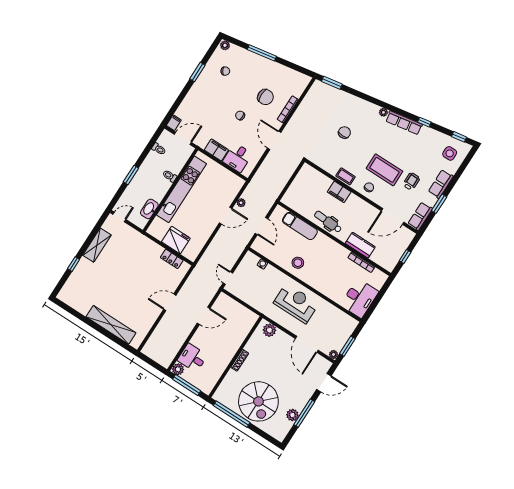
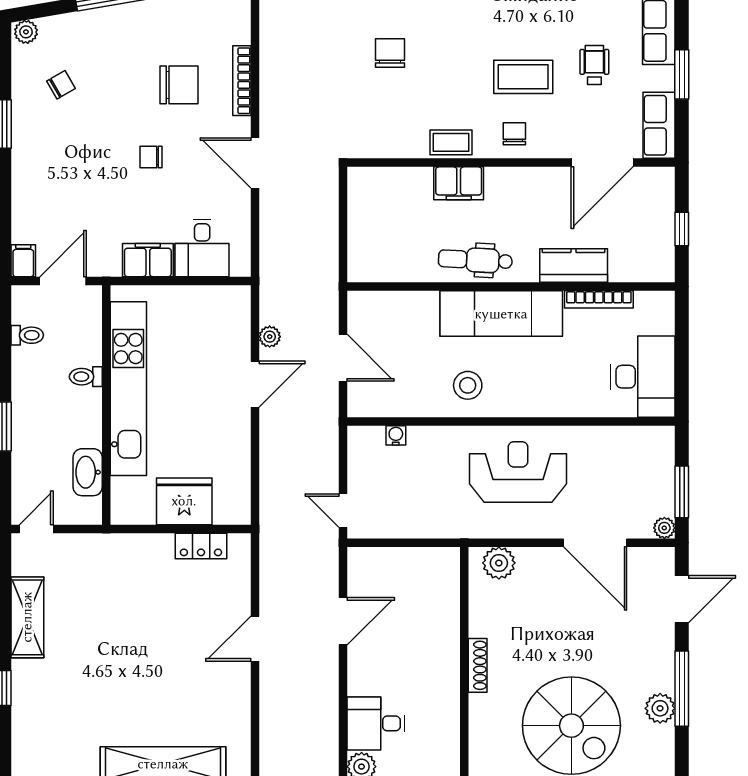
coffee table: (384, 170) -> (523, 77), width x0.73, depth x0.76
exam couch: (300, 226) -> (501, 314), moved, width x1.36, depth x1.45

